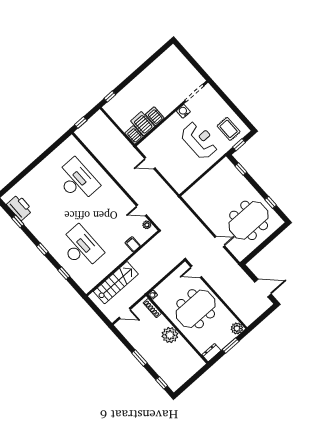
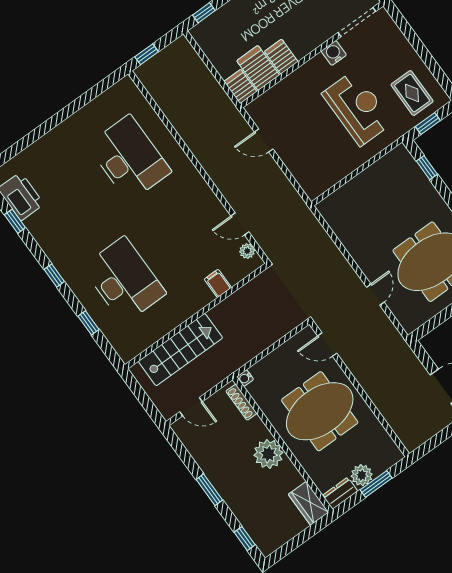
door: (220, 242) -> (375, 295), hinge flipped
plant: (237, 328) -> (362, 475), moved
wardrobe: (195, 360) -> (308, 503), added

